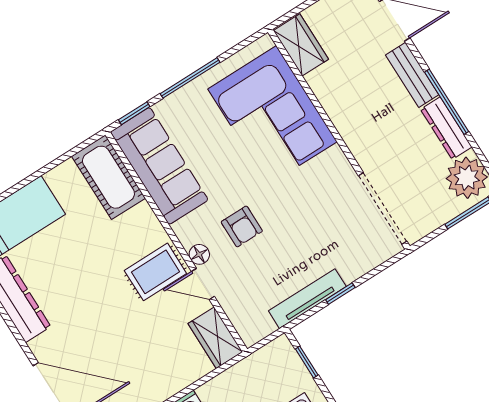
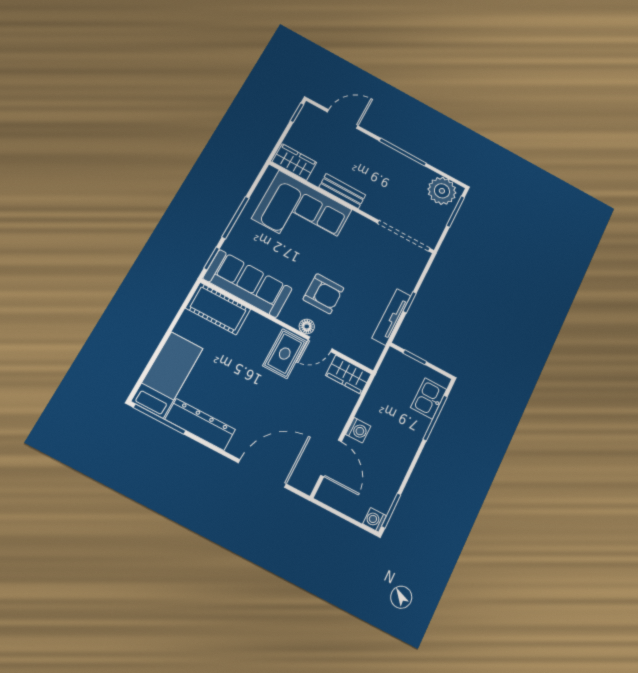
bench: (412, 75) -> (342, 191), moved
dresser: (446, 128) -> (412, 168), removed
armchair: (242, 226) -> (323, 294), width x1.38, depth x1.38

